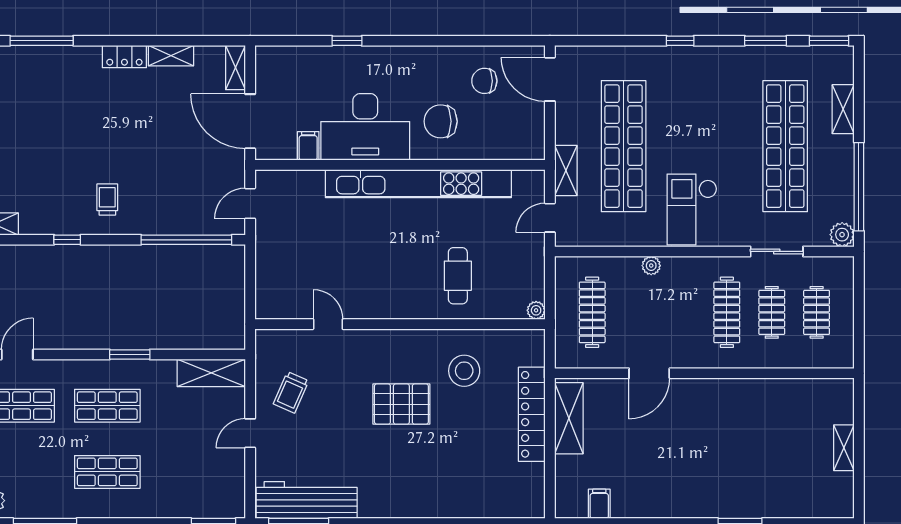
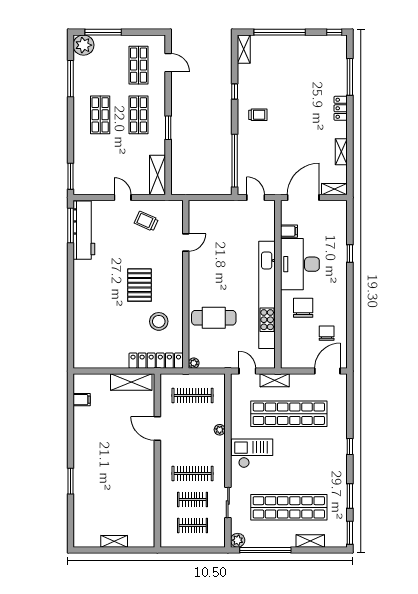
locker: (124, 57) -> (341, 108), moved
cafe table: (458, 276) -> (214, 318), width x1.37, depth x1.35
locker: (532, 414) -> (156, 361), moved

